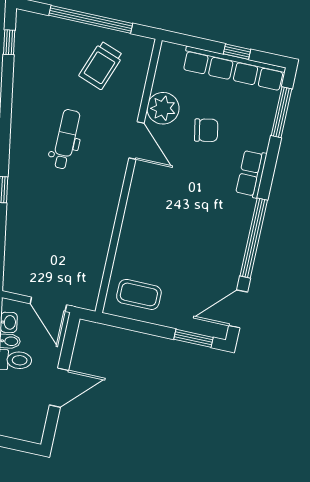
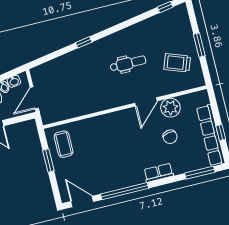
window: (91, 19) -> (199, 45), width x0.47
window: (194, 338) -> (48, 160), moved

